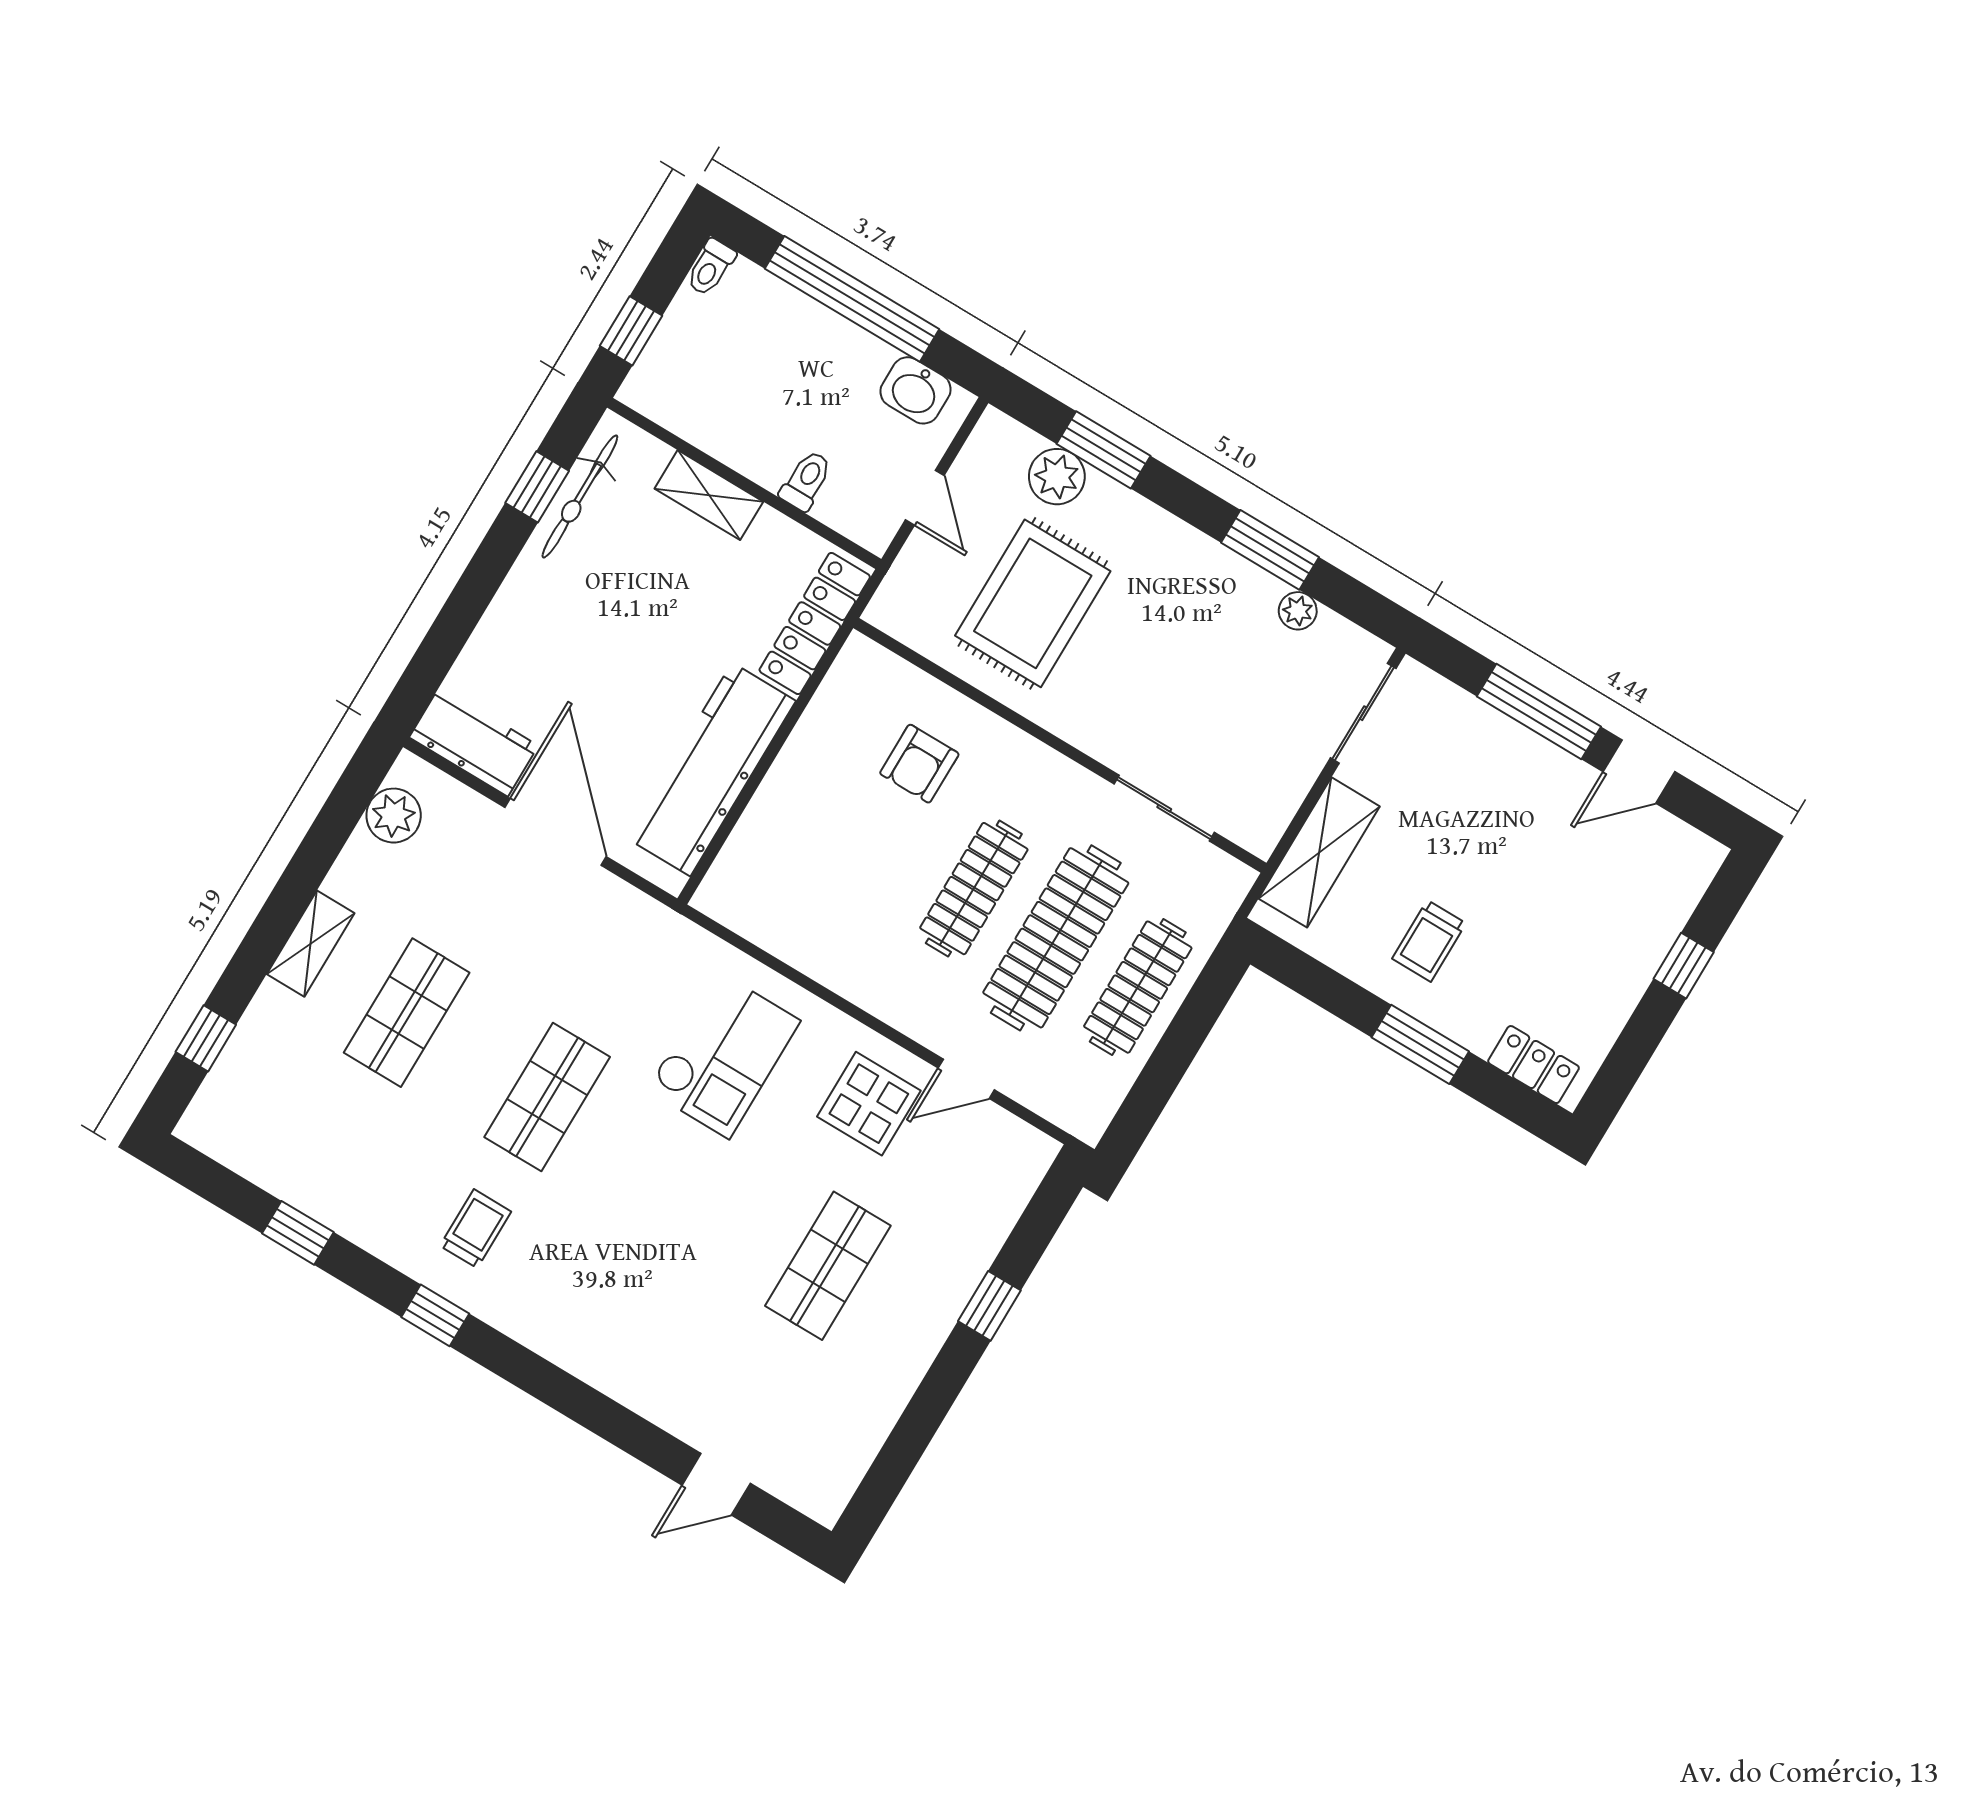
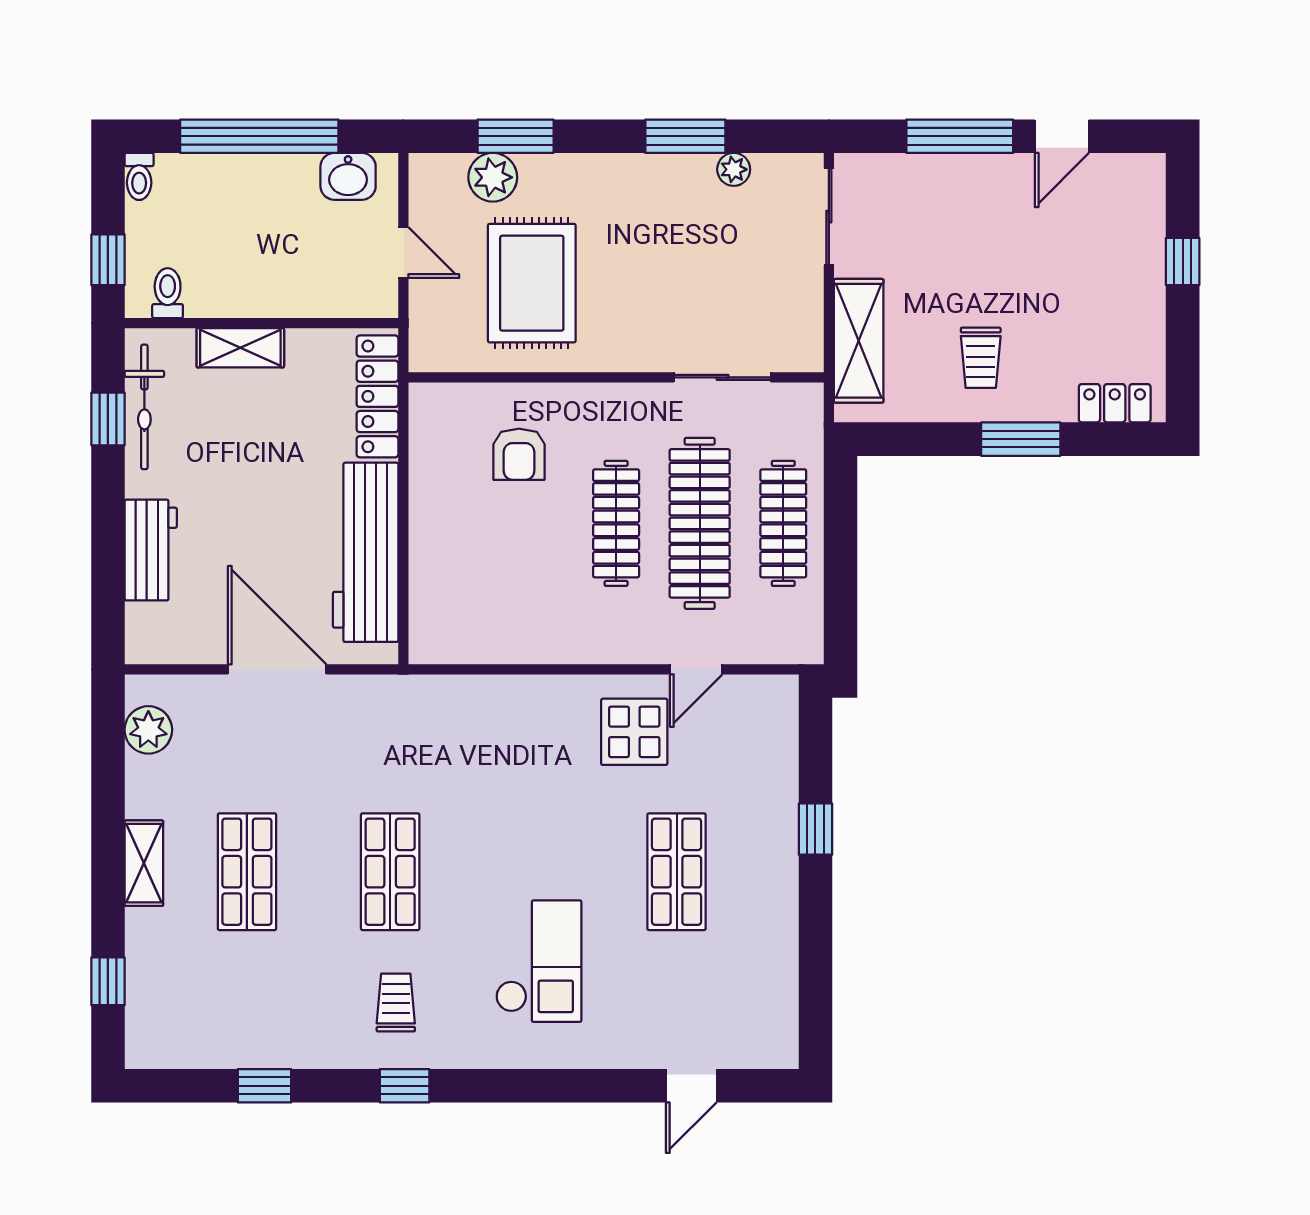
toilet: (806, 481) -> (168, 293), moved
workbench: (474, 741) -> (151, 550), moved, turned 90
checkout: (723, 1055) -> (539, 961), moved

